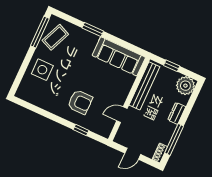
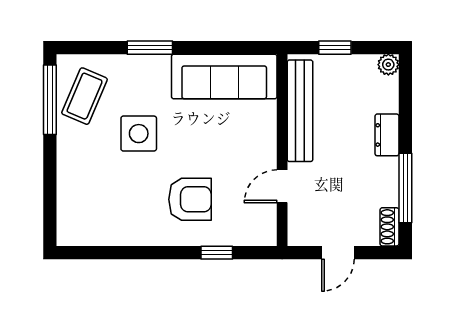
side table: (42, 70) -> (139, 134), moved
plant: (185, 86) -> (388, 65), width x0.53, depth x0.53

